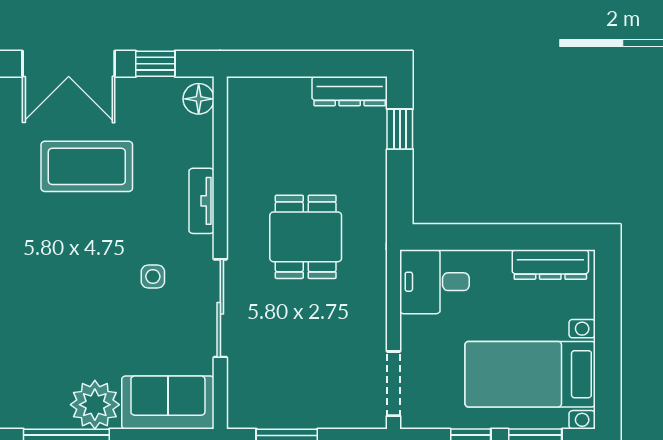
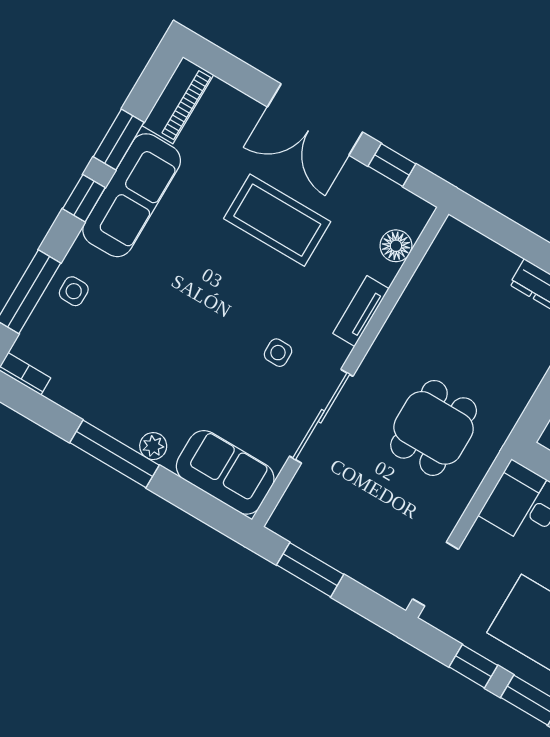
floor lamp: (199, 99) -> (396, 246), moved
dining table: (306, 237) -> (434, 428), moved
plant: (95, 405) -> (153, 446), width x0.53, depth x0.53

